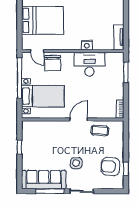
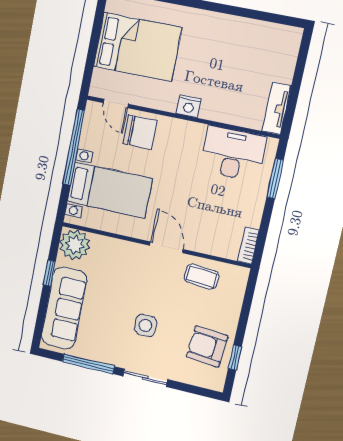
nightstand: (87, 45) -> (189, 106), moved
chair: (53, 63) -> (140, 132), turned -89
desk: (89, 64) -> (233, 153), moved
door: (79, 119) -> (166, 247), hinge flipped
plant: (30, 129) -> (75, 245), added
sofa: (44, 180) -> (64, 308), moved, turned 90

